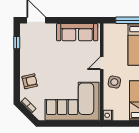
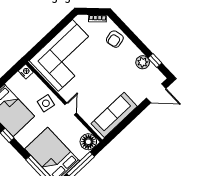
floor lamp: (111, 31) -> (88, 142), added
plant: (26, 49) -> (143, 62), added

